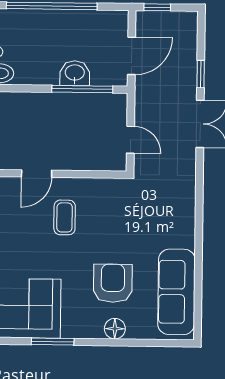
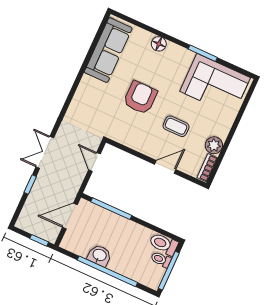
washbasin: (75, 73) -> (99, 255), moved, turned 180
coffee table: (65, 217) -> (176, 126), moved, turned 90
armchair: (113, 283) -> (140, 98), moved, turned 180

